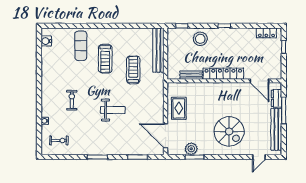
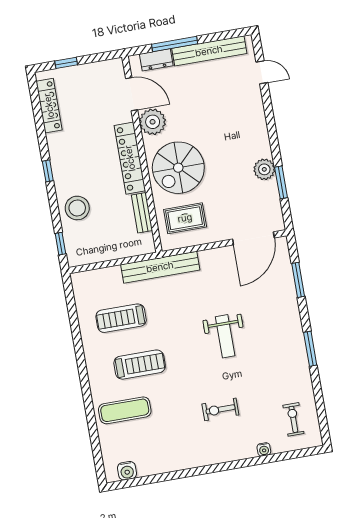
locker: (266, 33) -> (49, 106), width x1.53
bench: (158, 50) -> (160, 267), moved
treadmill: (133, 70) -> (121, 318), moved
door: (259, 81) -> (132, 94), hinge flipped
plant: (242, 90) -> (153, 122), added
rug: (179, 108) -> (185, 218), moved
weight bench: (113, 110) -> (225, 336), turned 180
spiral stairs: (229, 131) -> (178, 168), moved, turned 180
plant: (191, 149) -> (264, 169), moved

